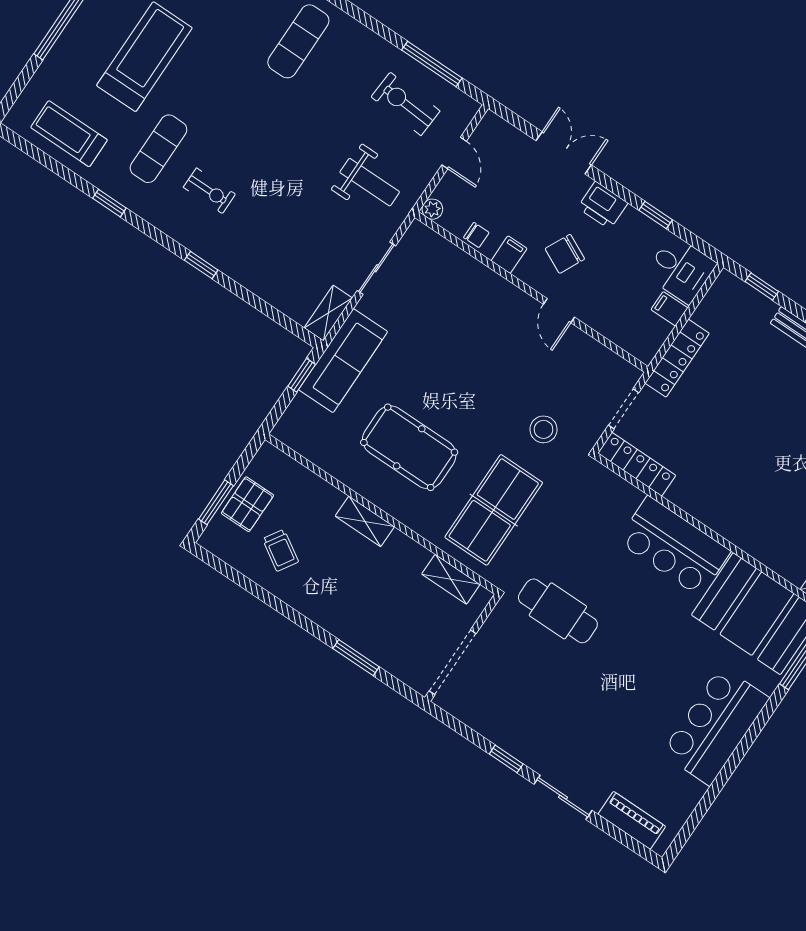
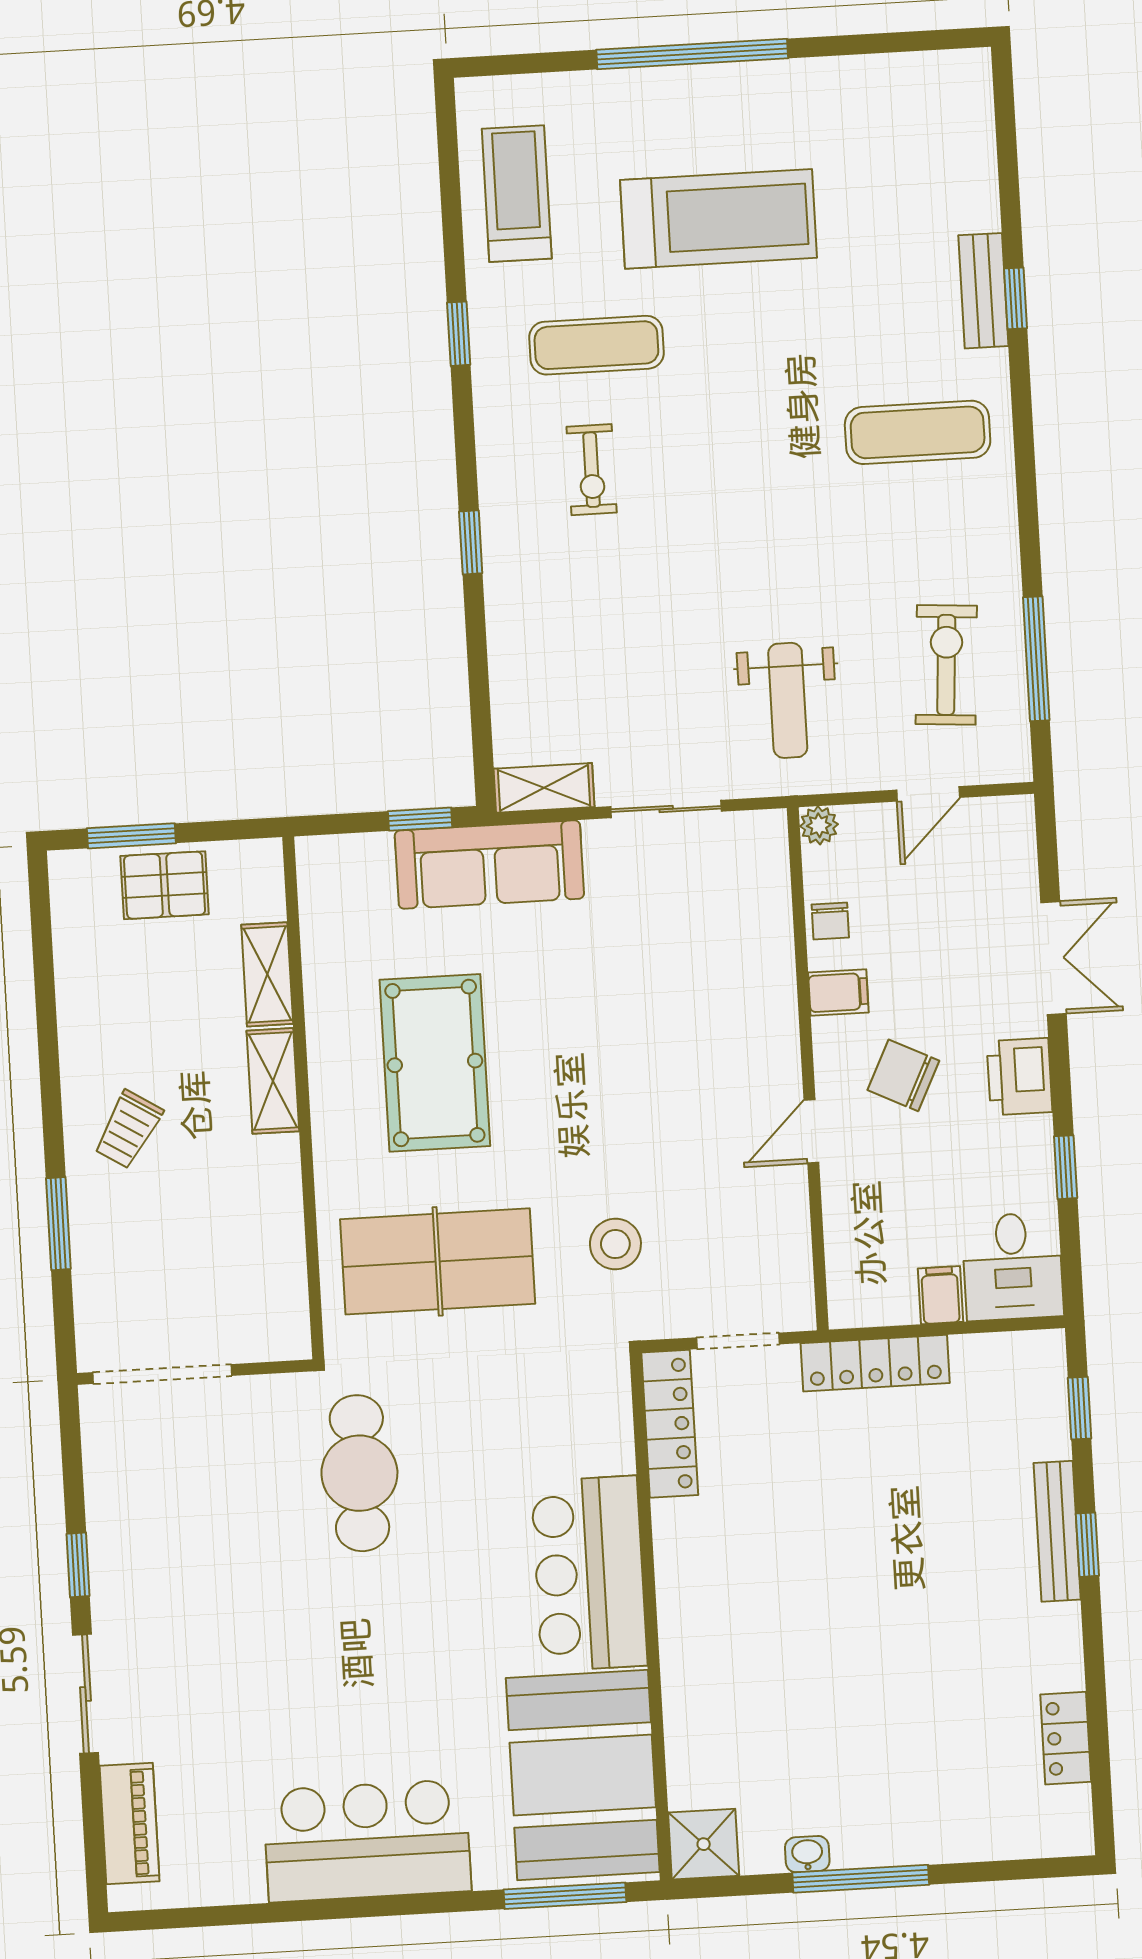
trolley: (280, 550) -> (128, 1130), moved
shelving: (451, 579) -> (267, 974), moved

